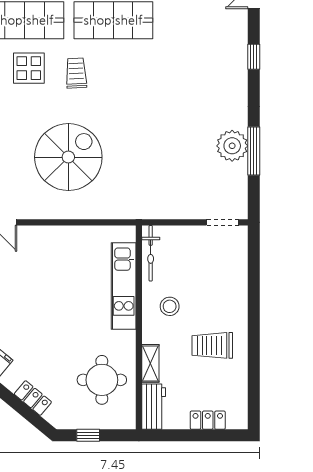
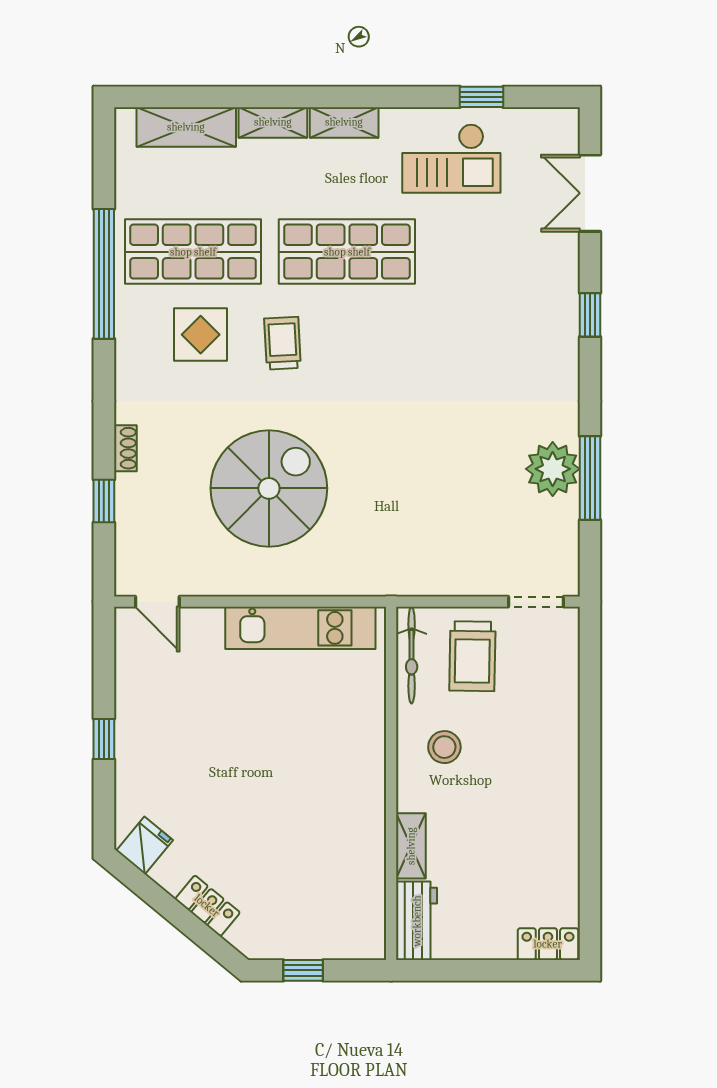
kitchen unit: (124, 286) -> (300, 628), moved, turned -90
trolley: (212, 345) -> (472, 656), moved, turned -89
round table: (102, 380) -> (327, 874), removed
locker: (208, 420) -> (548, 944), moved

